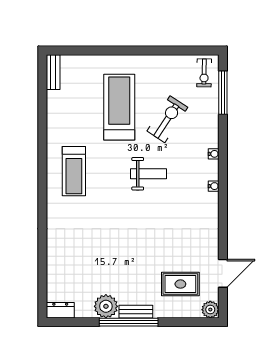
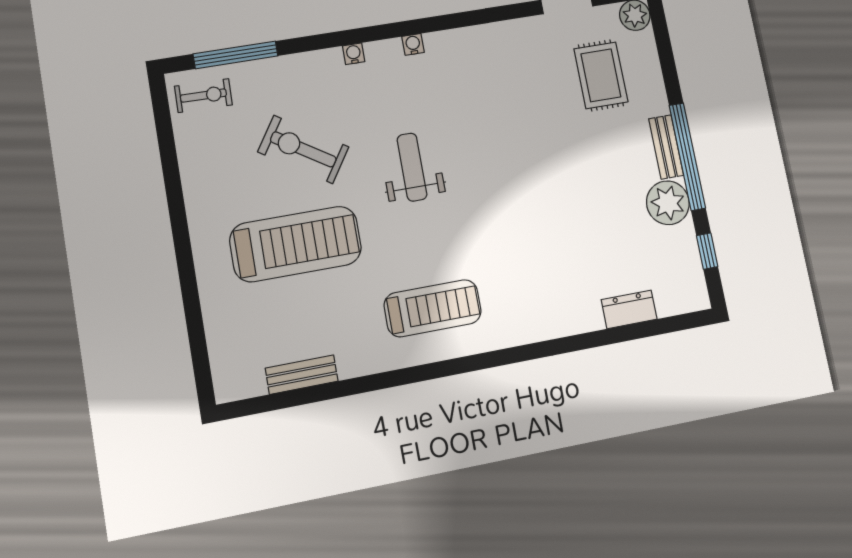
bench: (53, 72) -> (302, 375), moved
treadmill: (119, 107) -> (296, 244), turned 180
dresser: (60, 310) -> (629, 309), moved, turned 90
window: (77, 322) -> (707, 251), added

